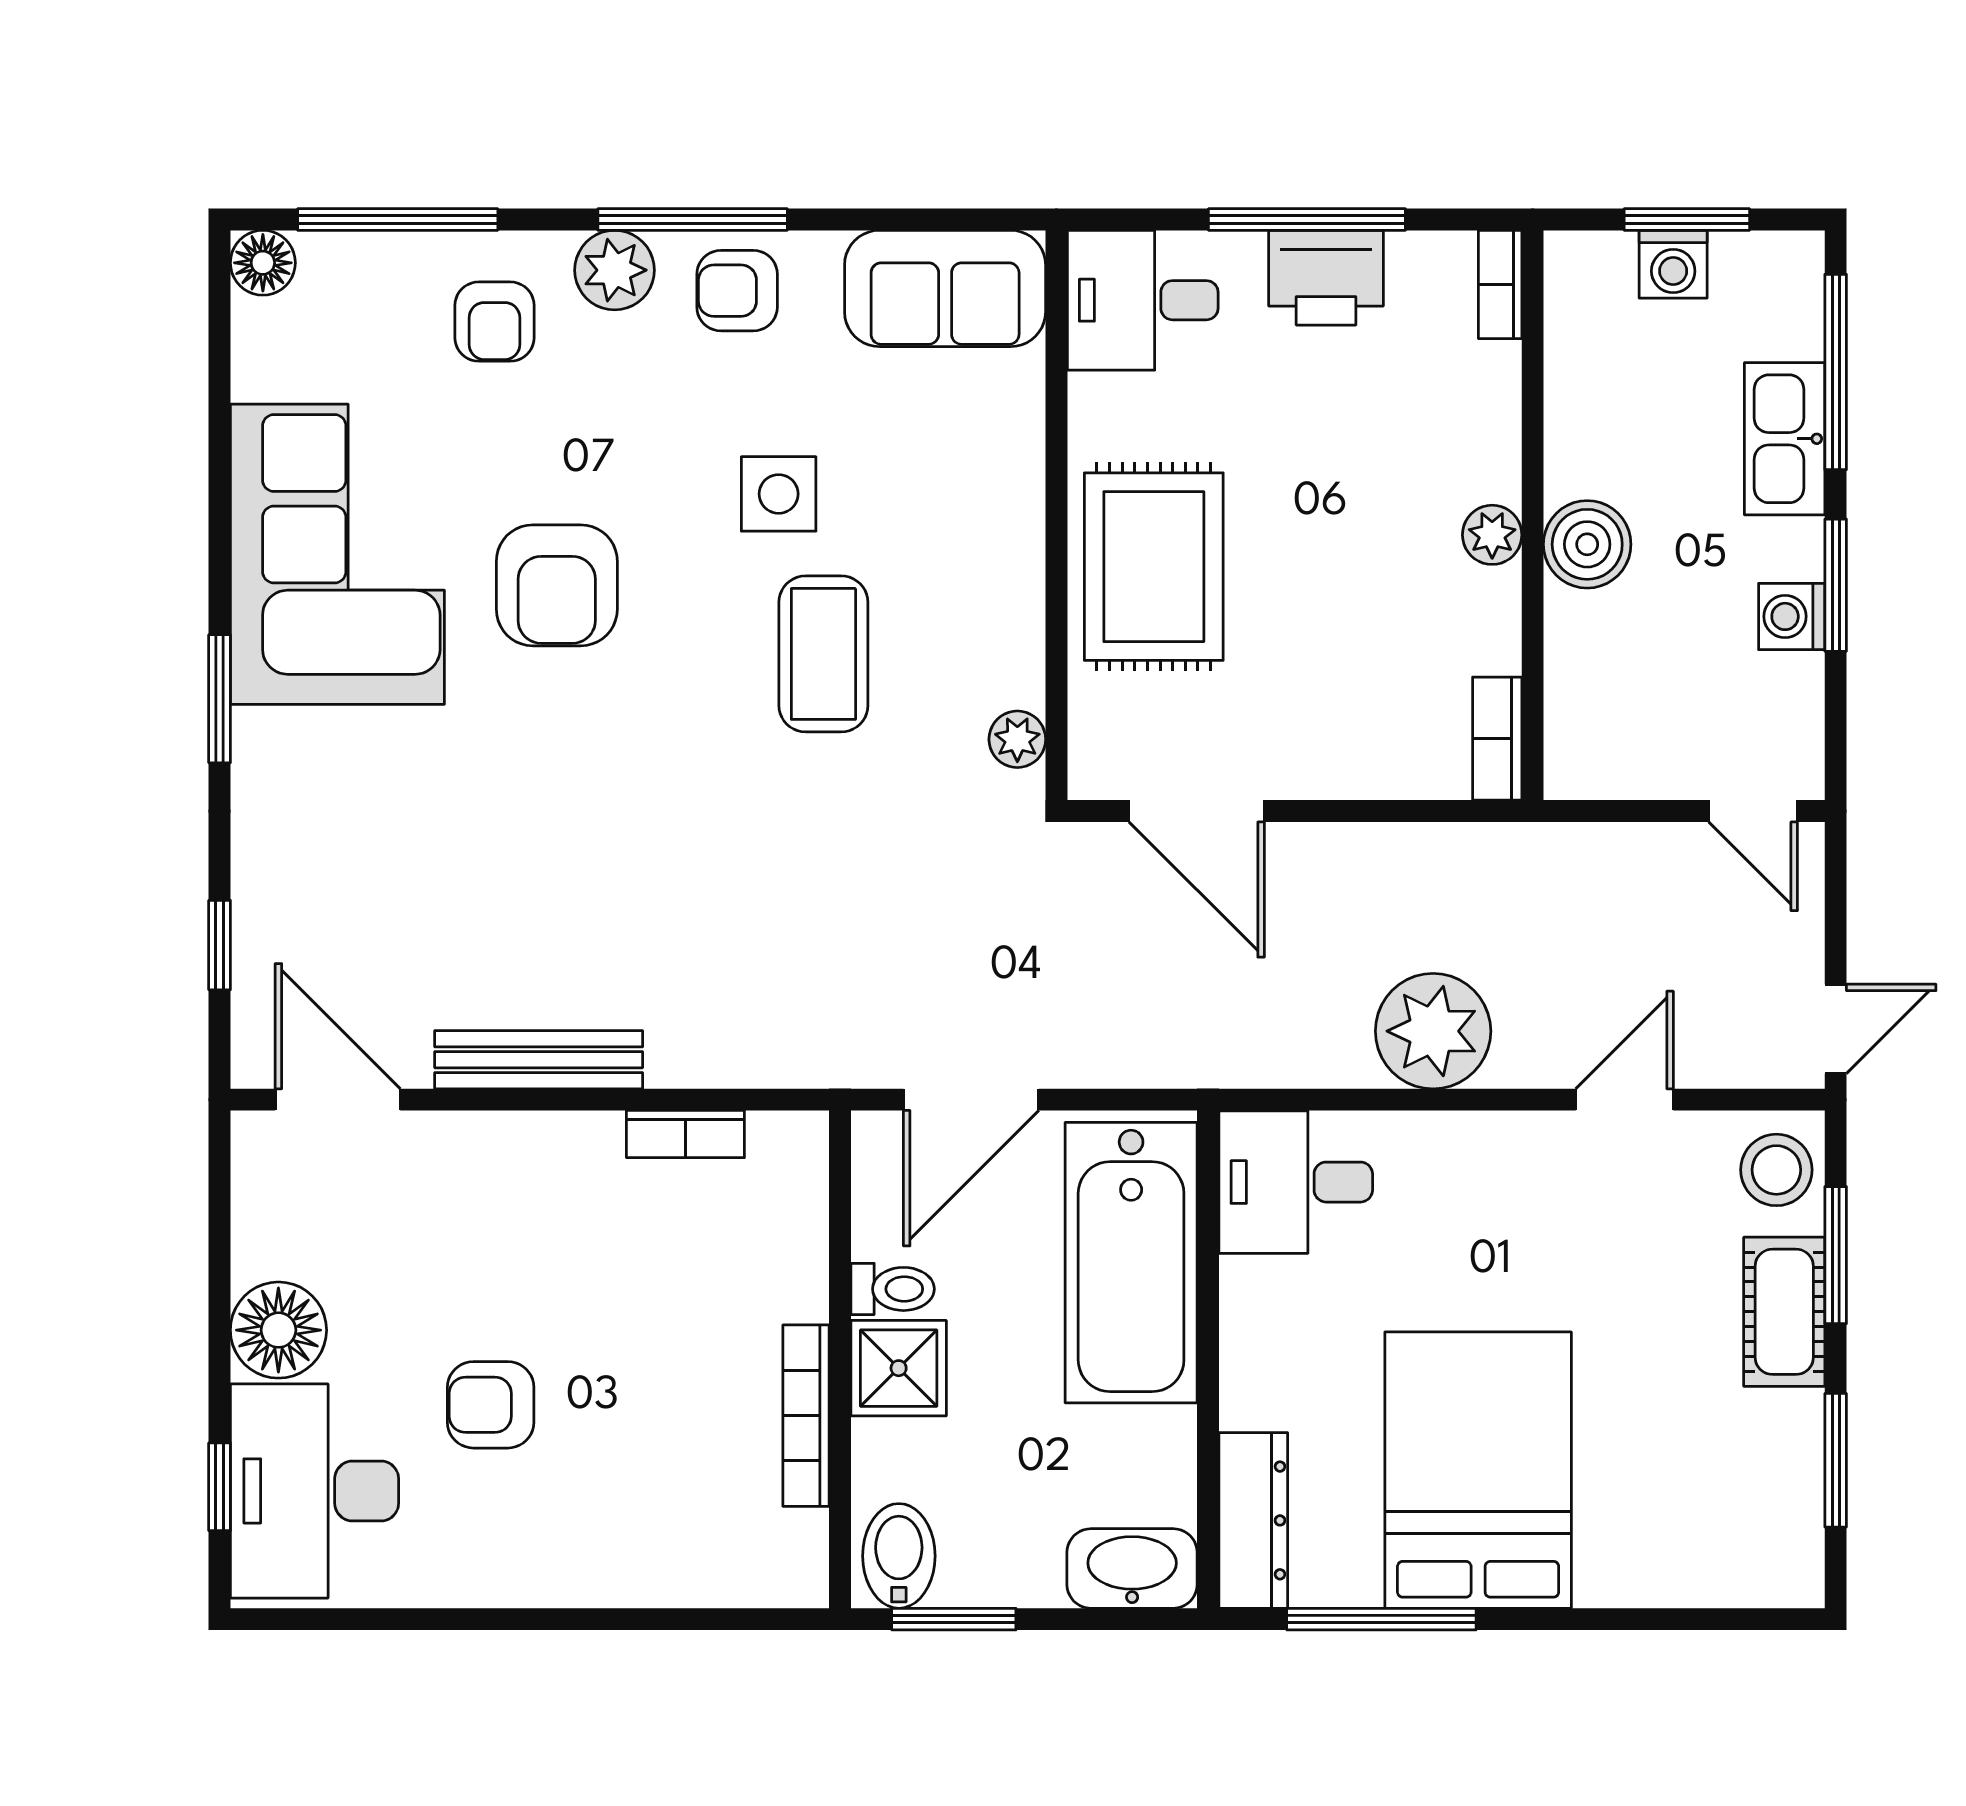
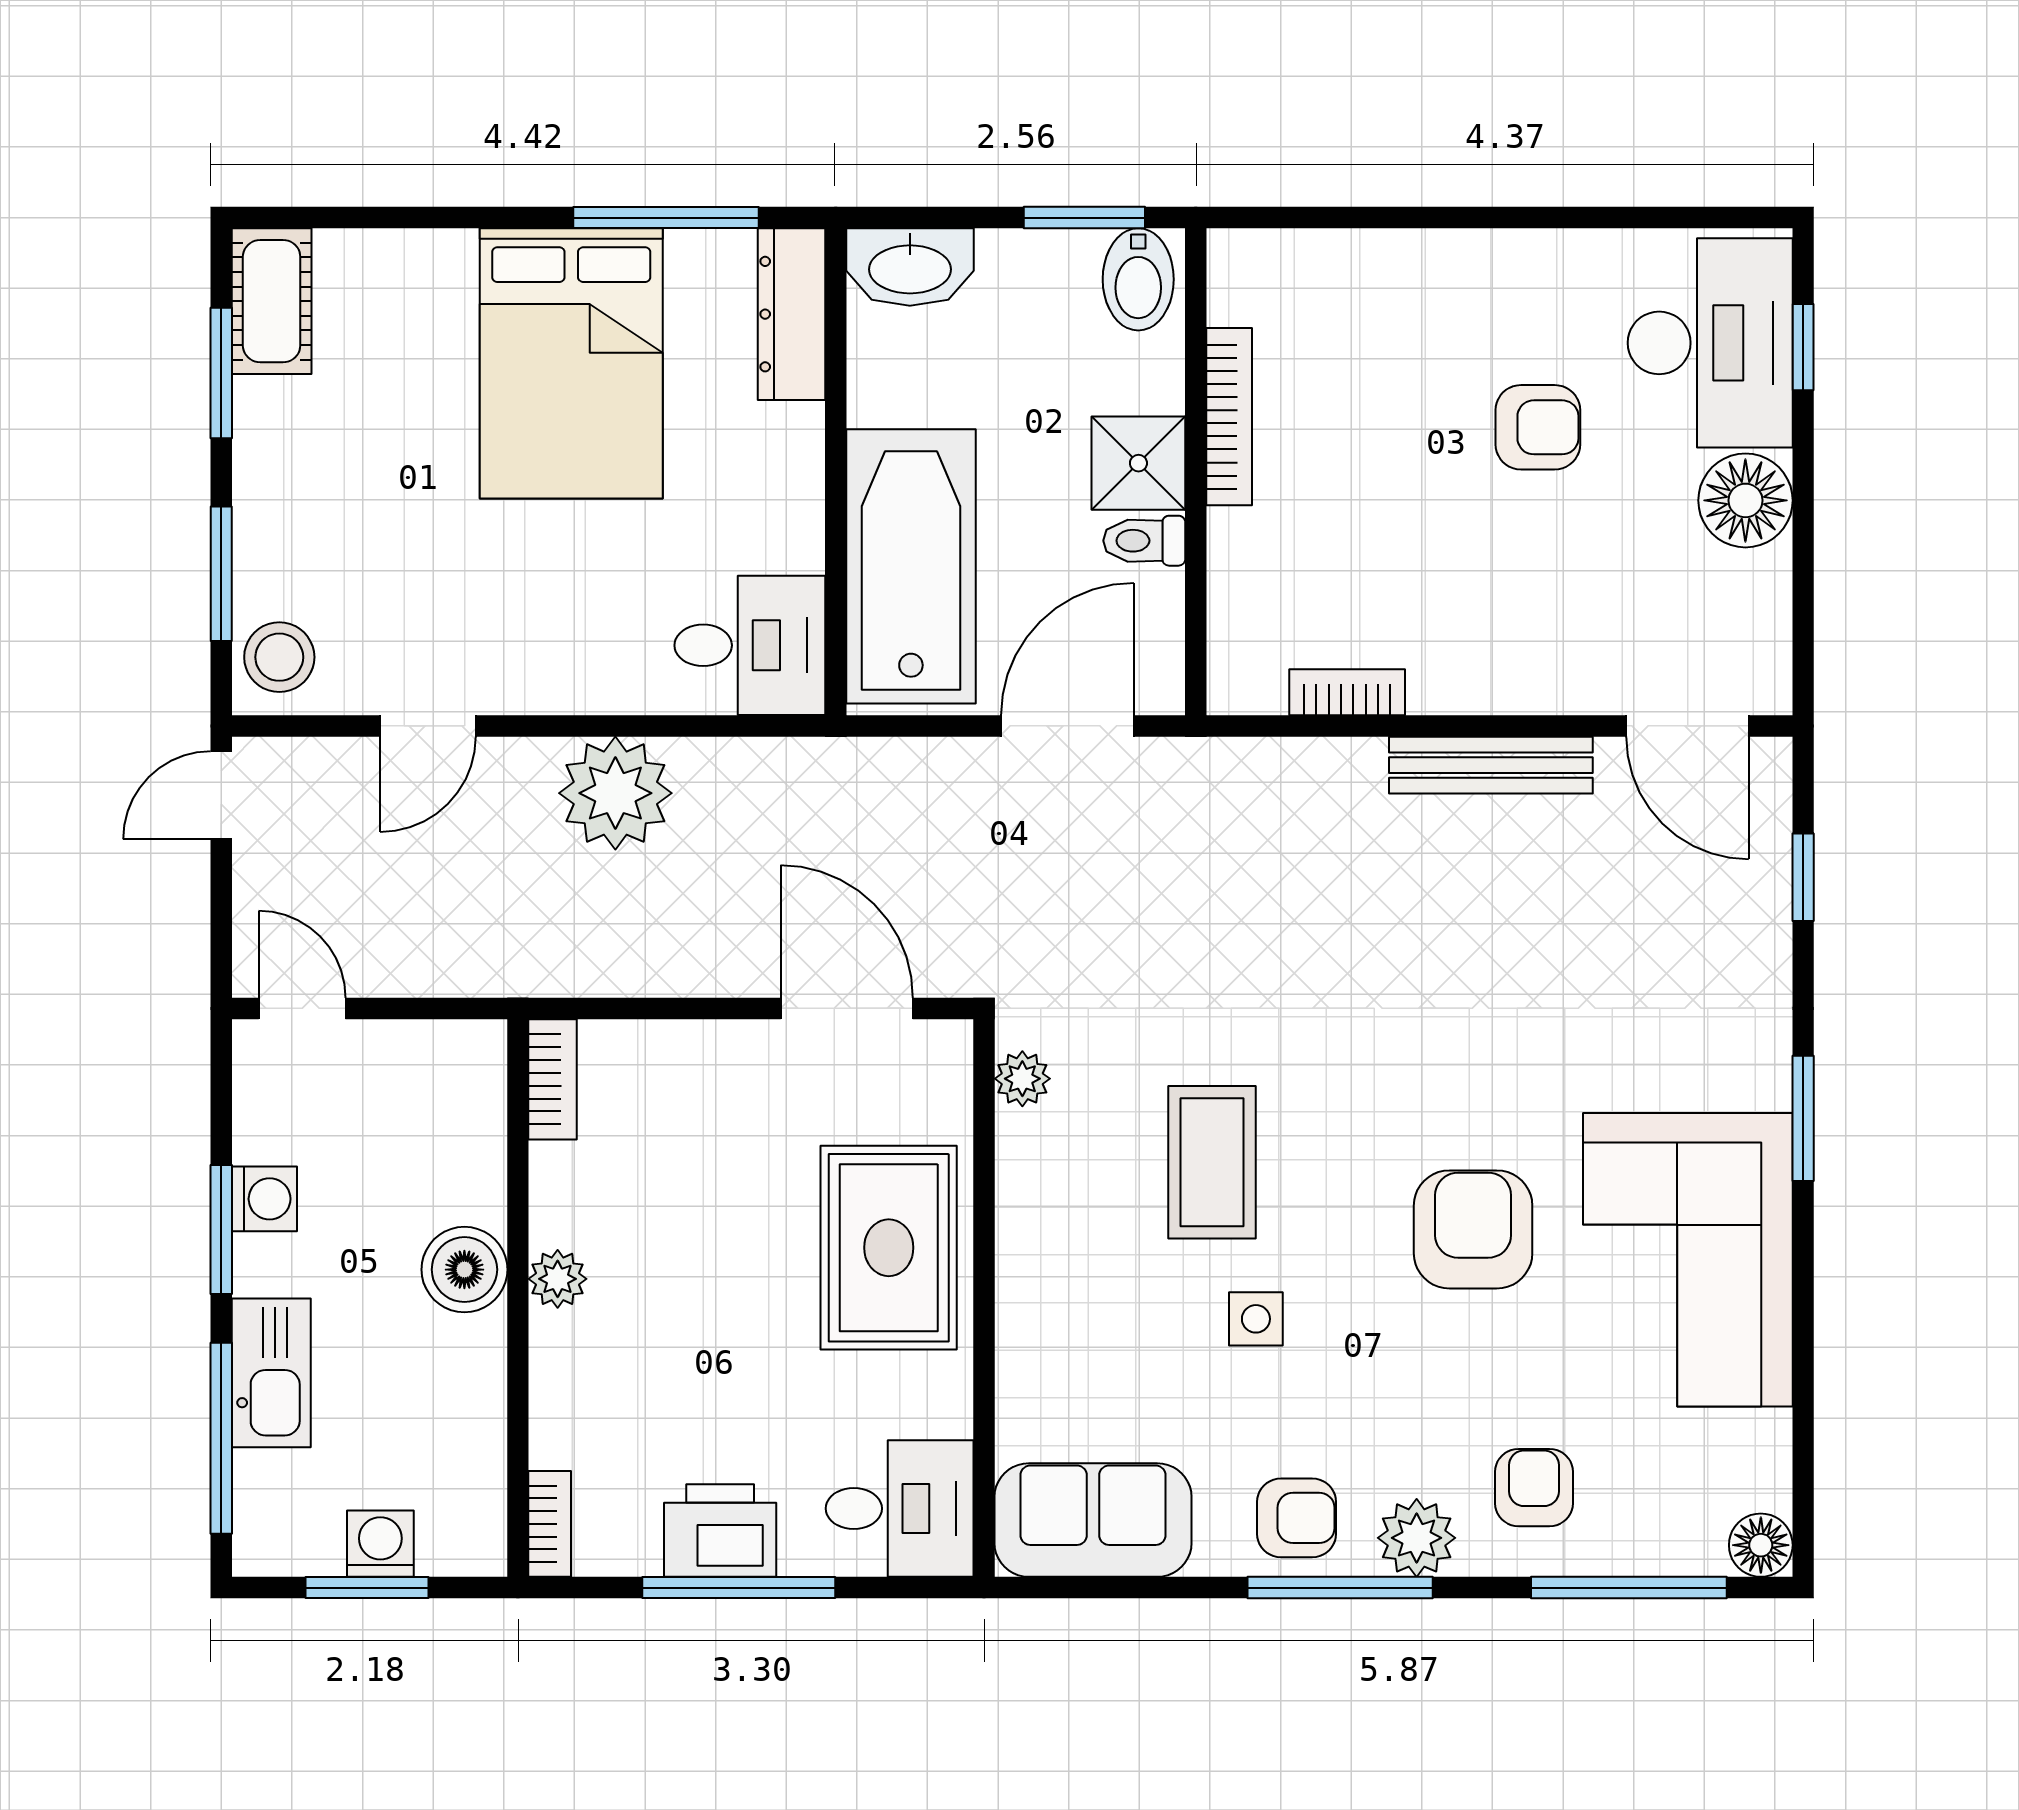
side table: (779, 494) -> (1256, 1319), width x0.73, depth x0.73
cot: (1784, 1312) -> (272, 301), moved

